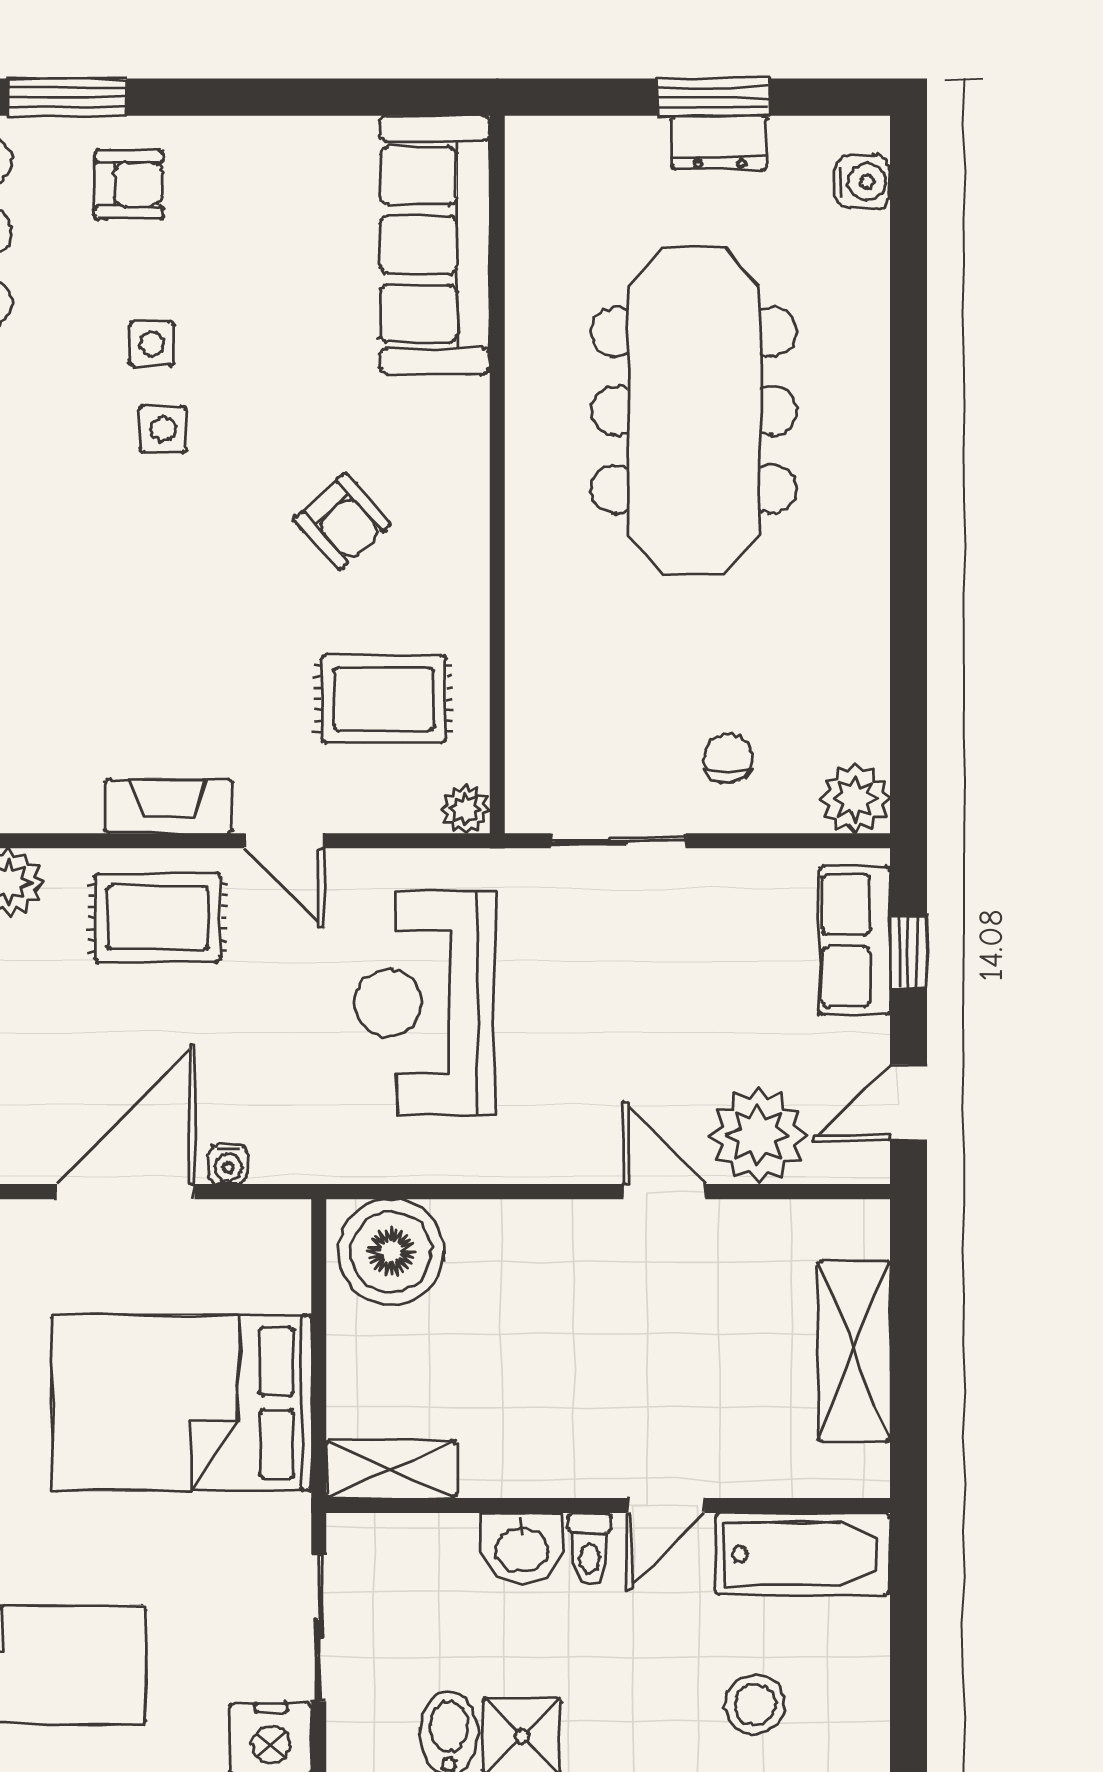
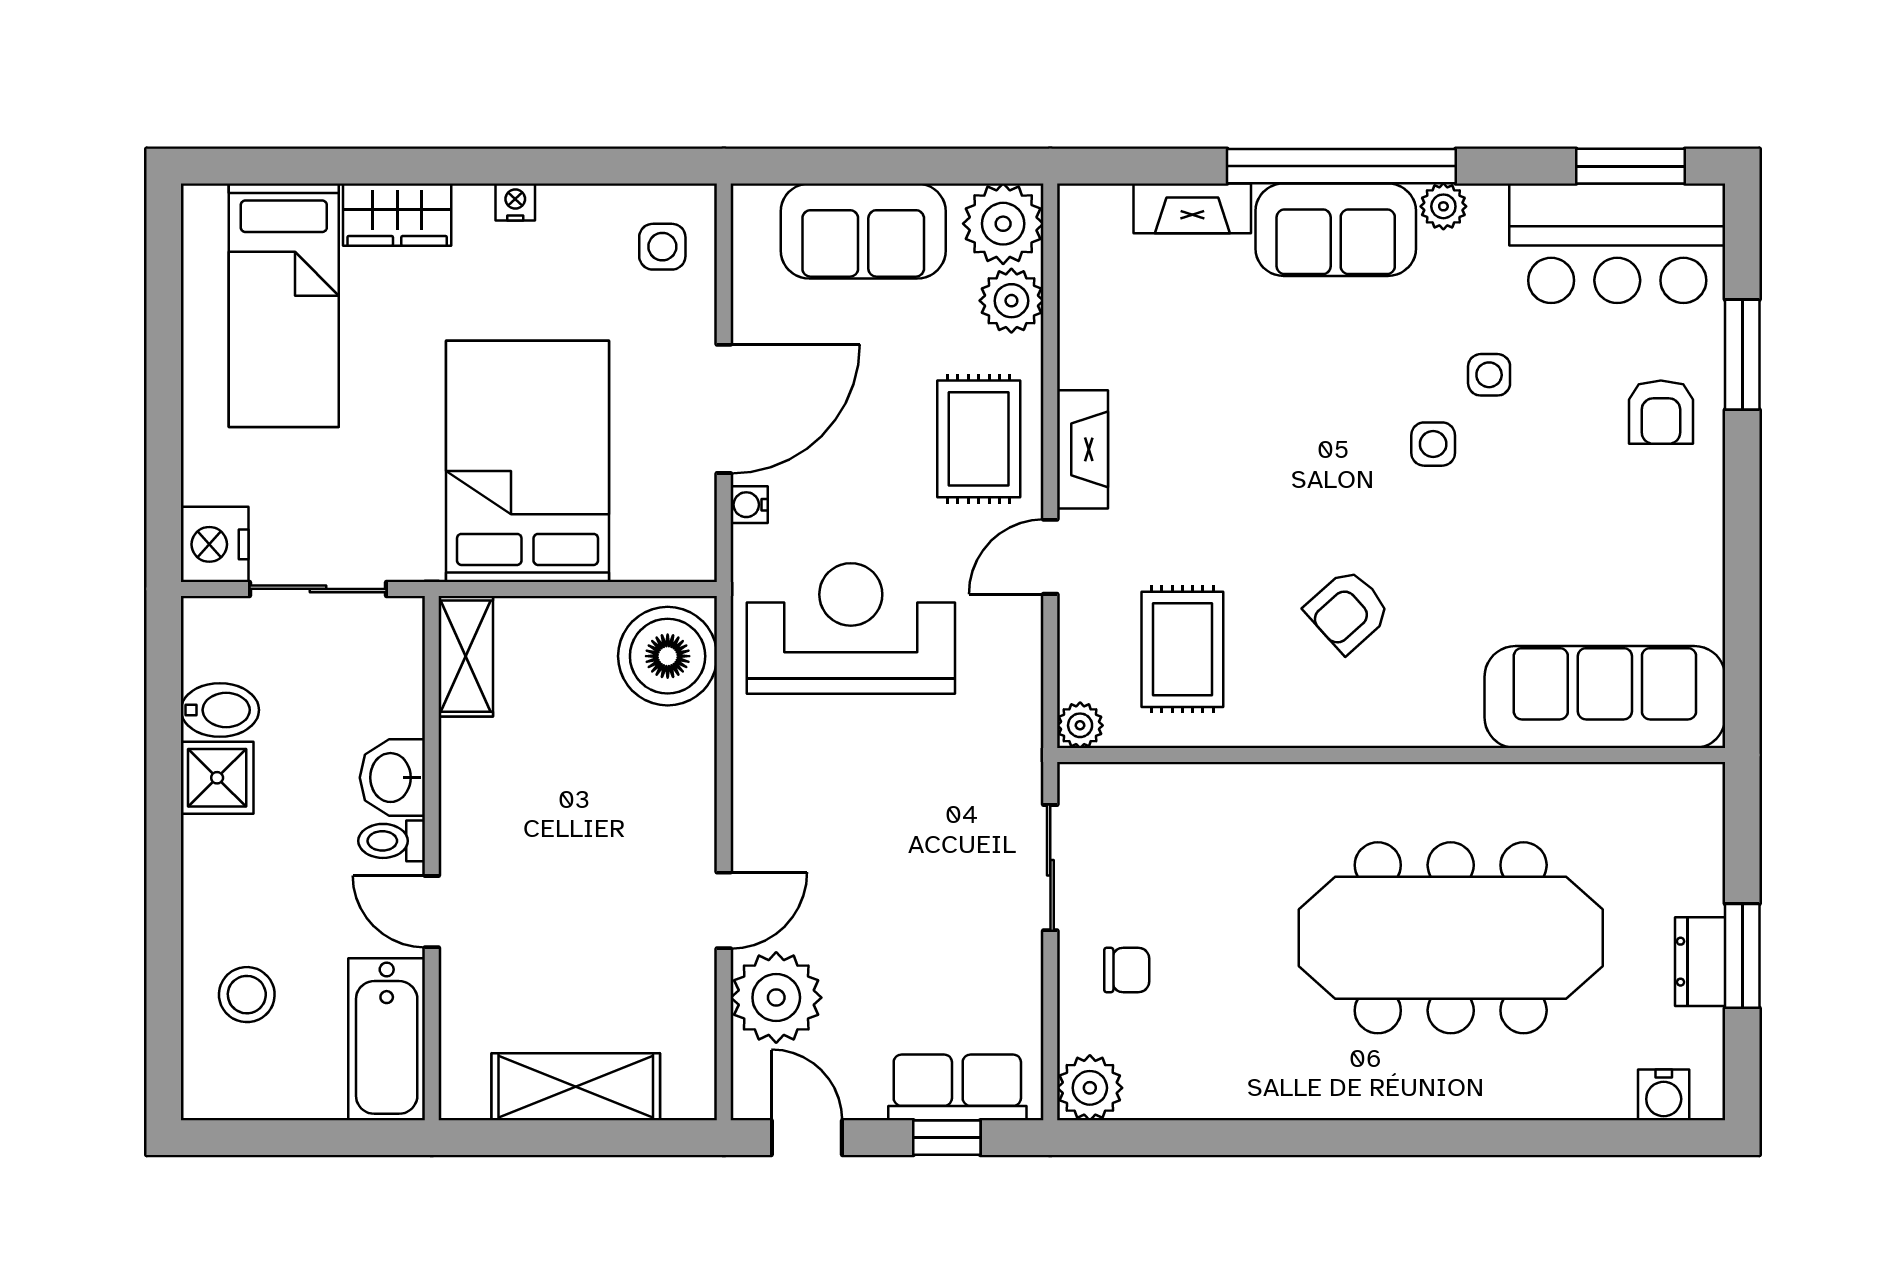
side table: (152, 344) -> (1489, 375), moved
reception desk: (425, 1003) -> (851, 628), moved
door: (125, 1192) -> (724, 409), hinge flipped

